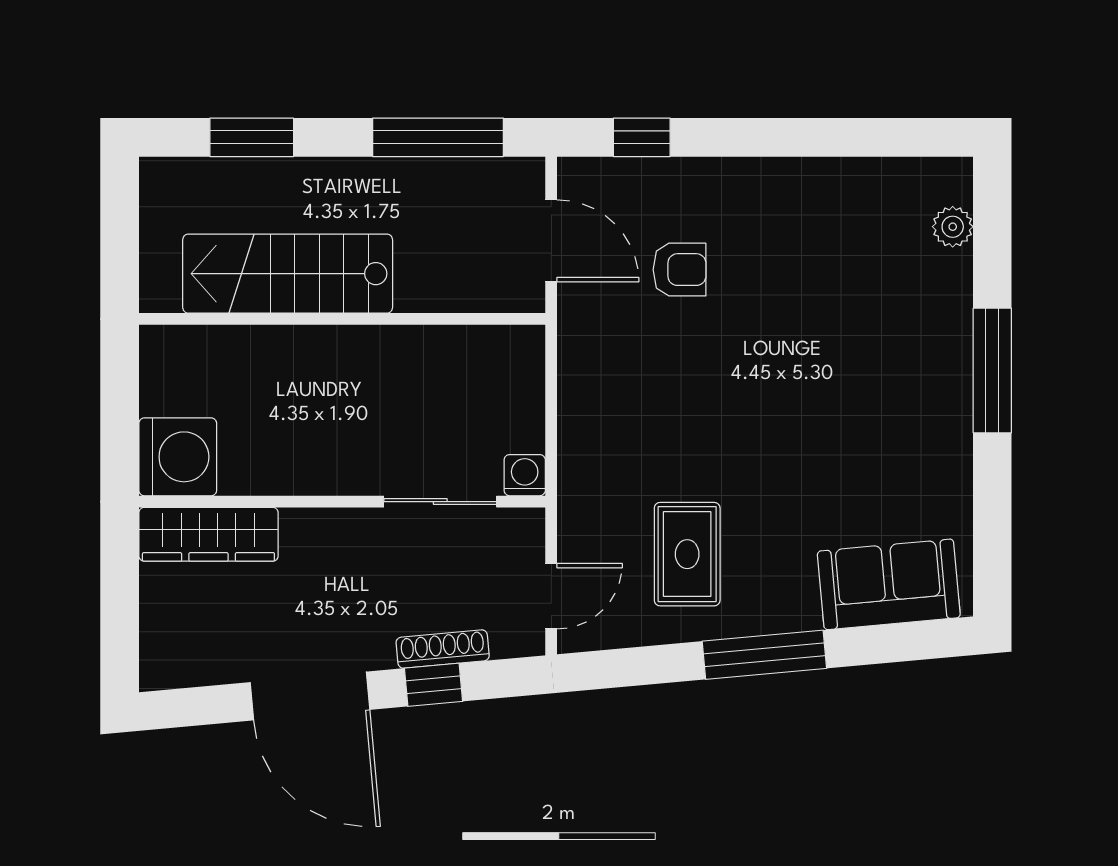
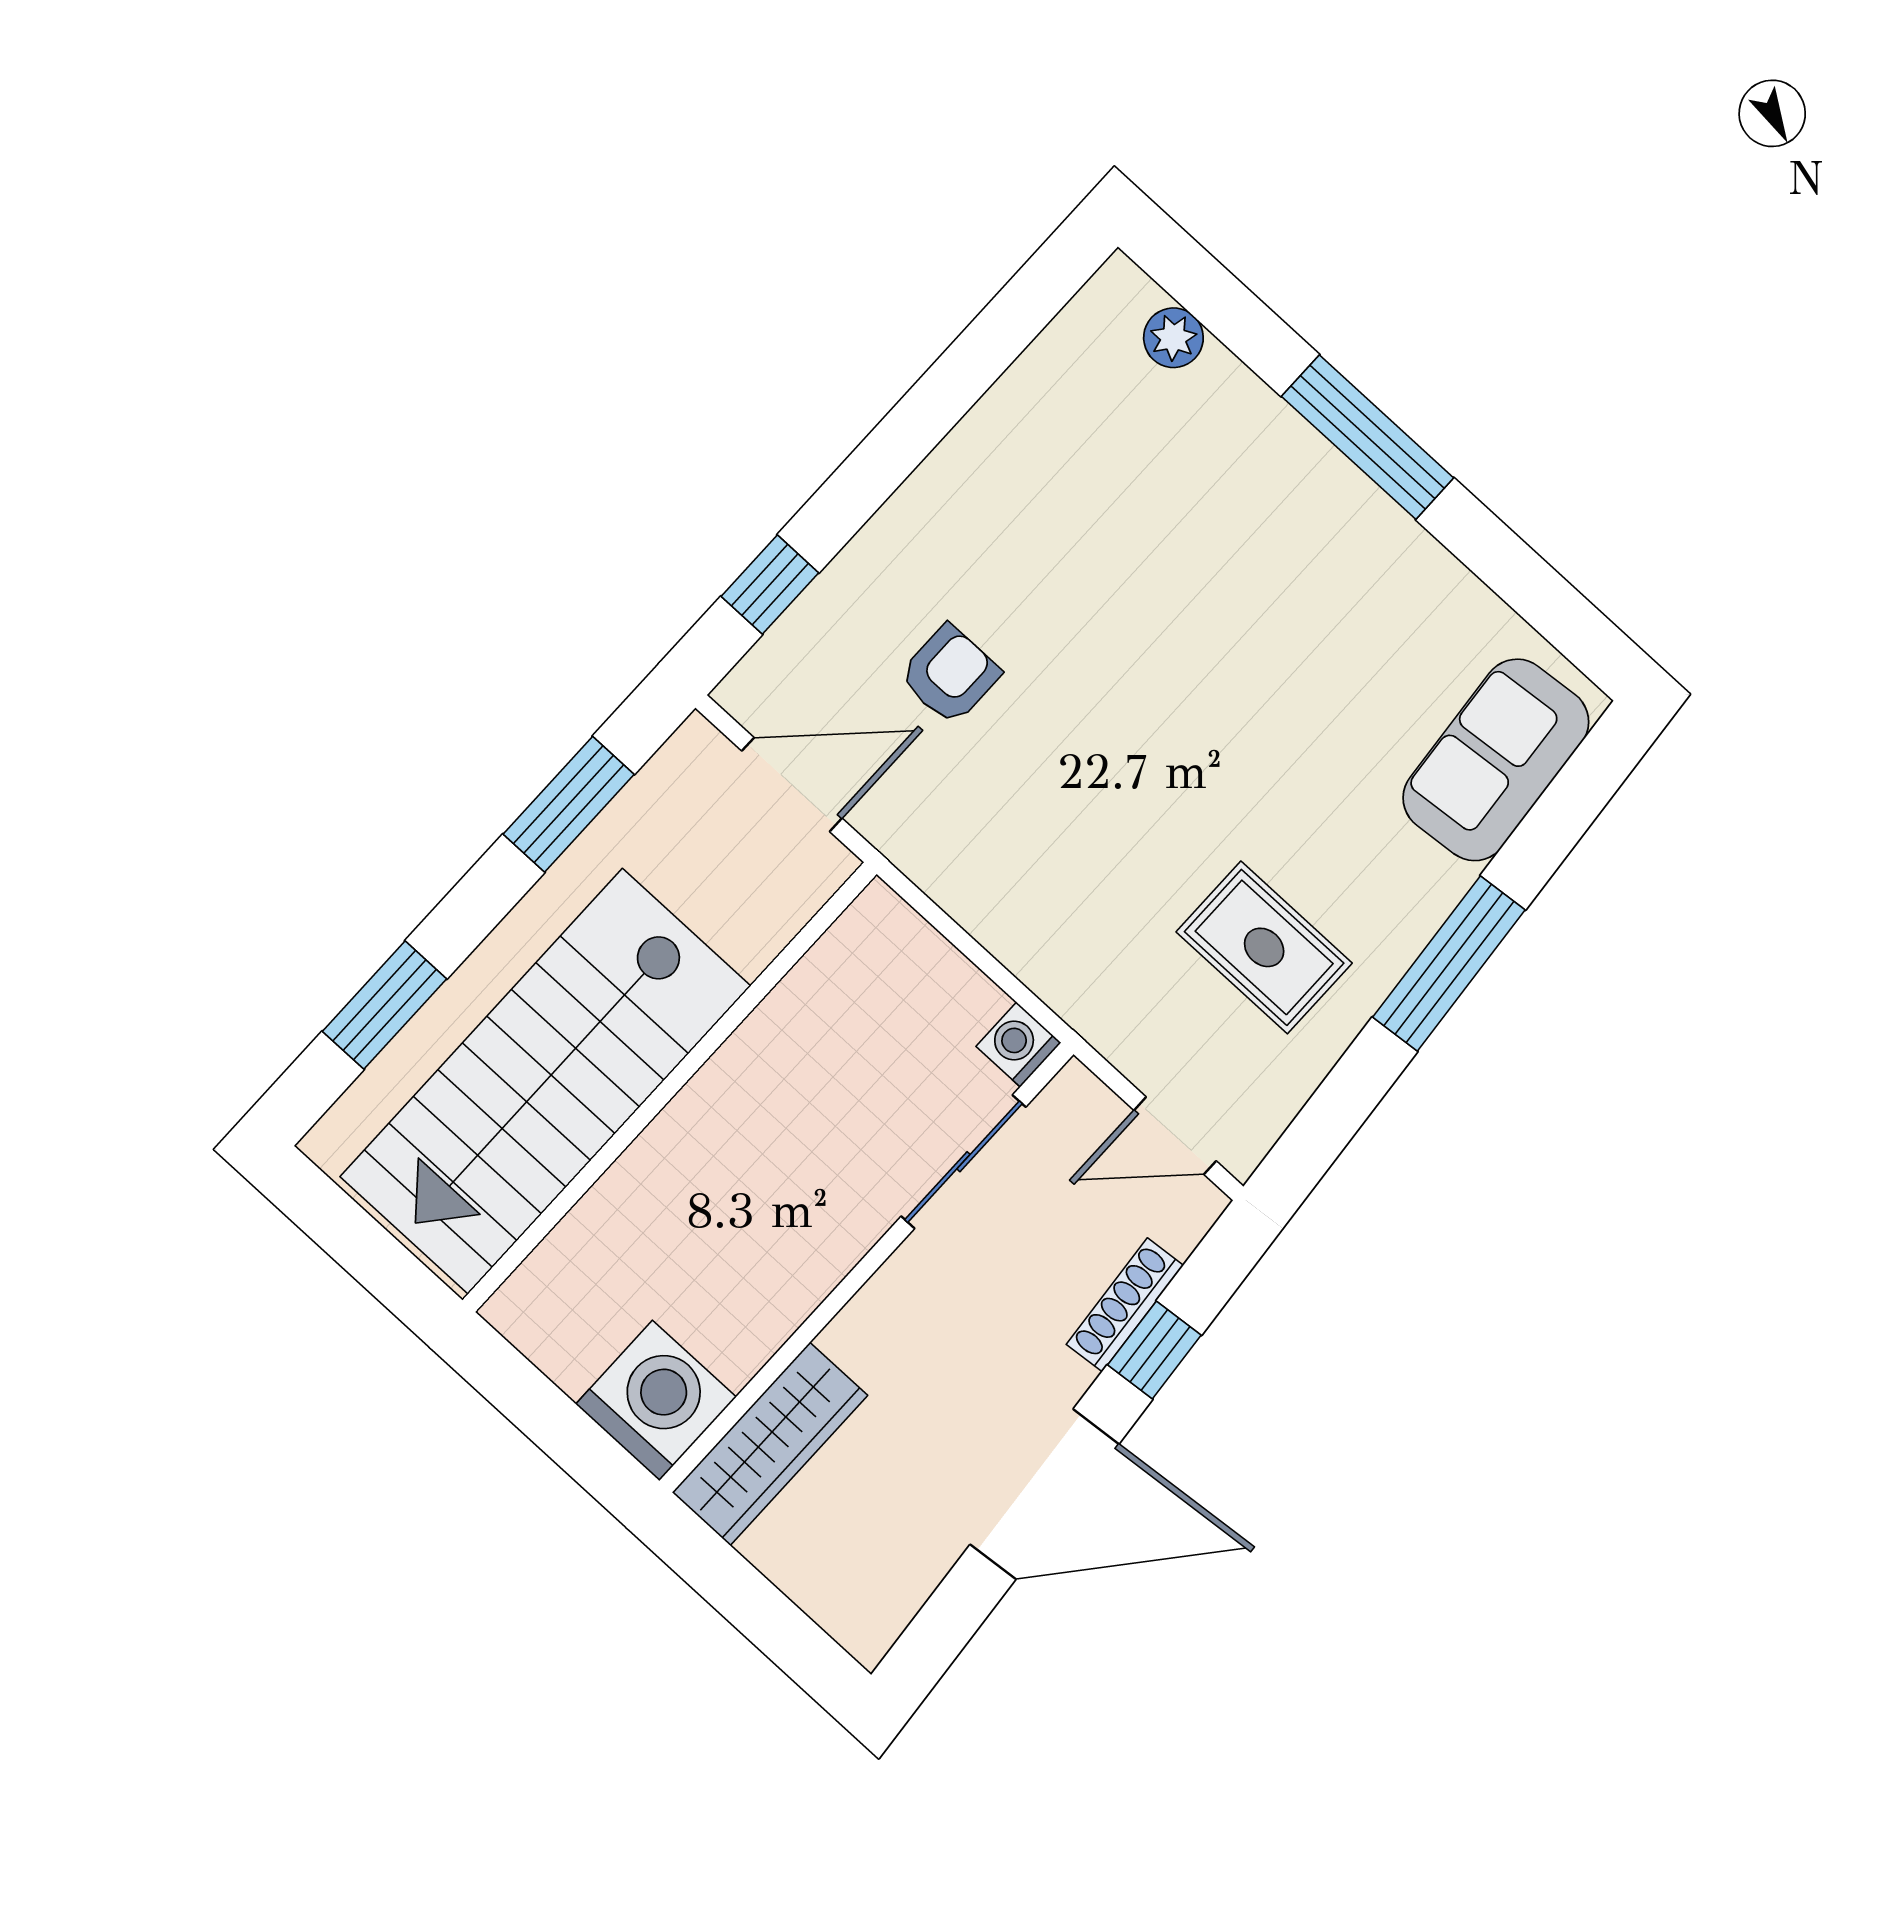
window: (438, 137) -> (569, 804), width x0.69
stairs: (288, 274) -> (545, 1081), width x1.36, depth x1.51
door: (551, 596) -> (1175, 1136), swing flipped

